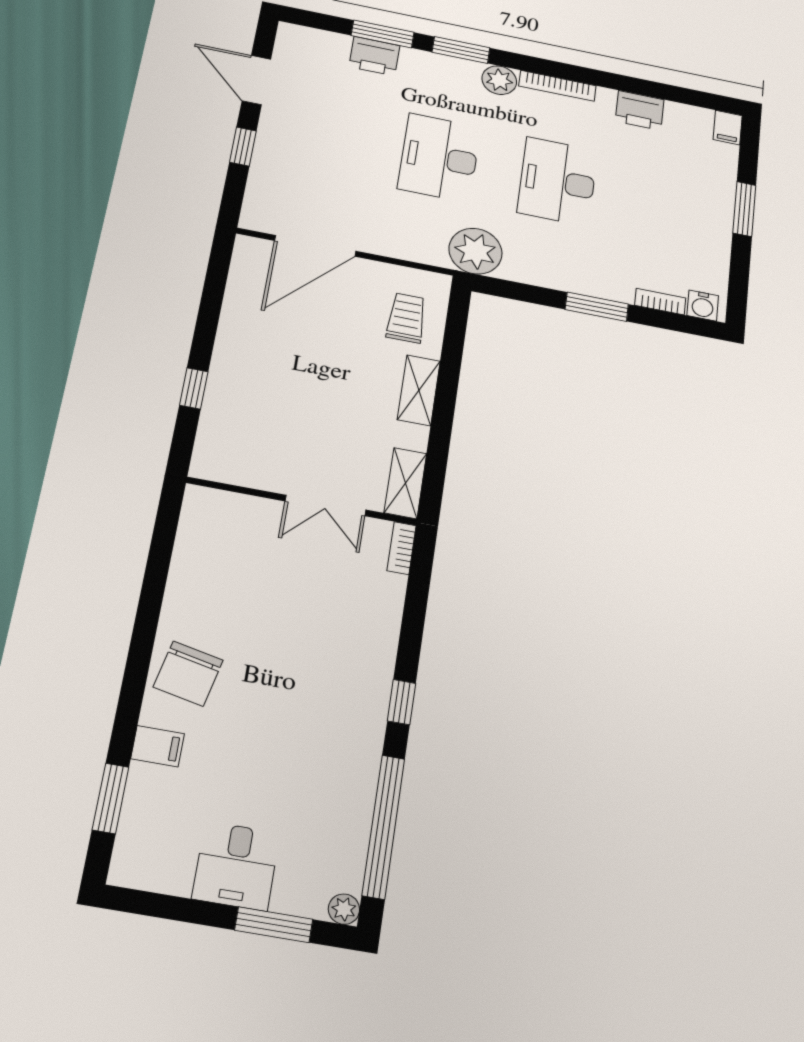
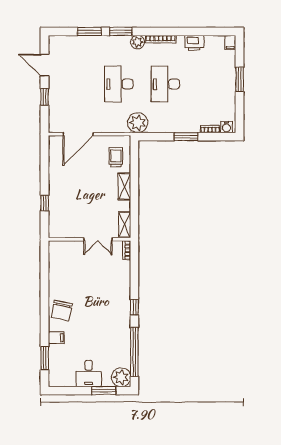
printer: (374, 56) -> (88, 43), removed
plant: (344, 909) -> (121, 377), width x1.88, depth x1.88

